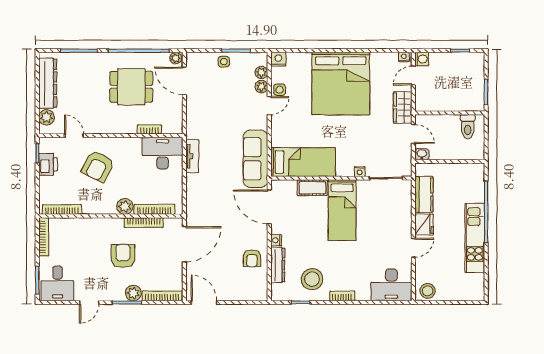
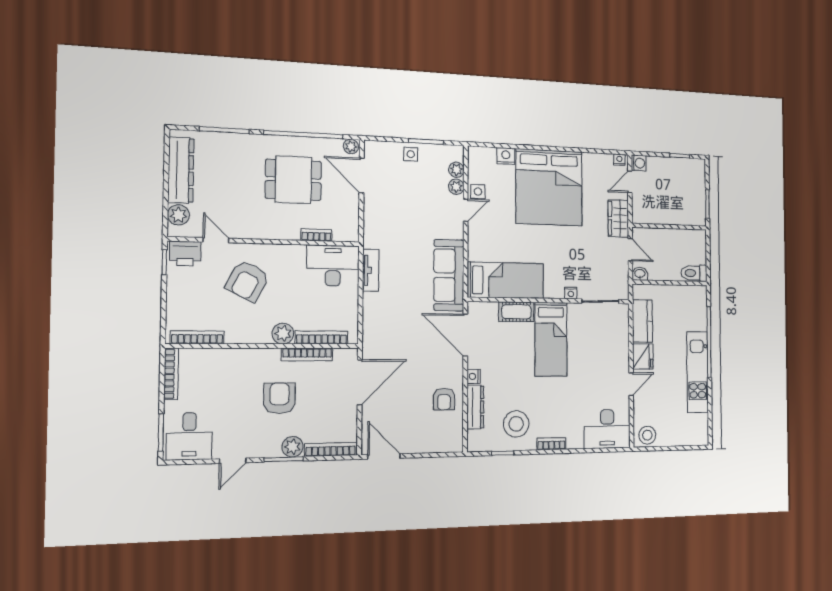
nightstand: (278, 59) -> (506, 156), moved
toilet: (468, 127) -> (694, 273), moved, turned 90
printer: (48, 164) -> (185, 253), moved, turned 90

